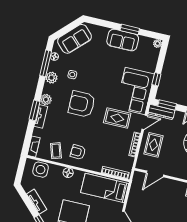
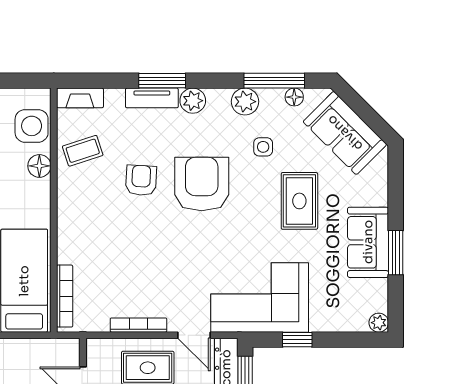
rug: (117, 118) -> (299, 201), moved
armchair: (78, 152) -> (141, 180), moved
floor lamp: (68, 173) -> (39, 166), moved

